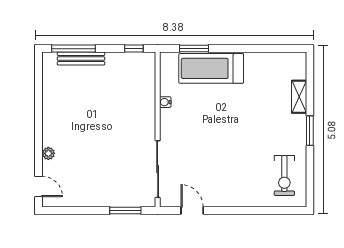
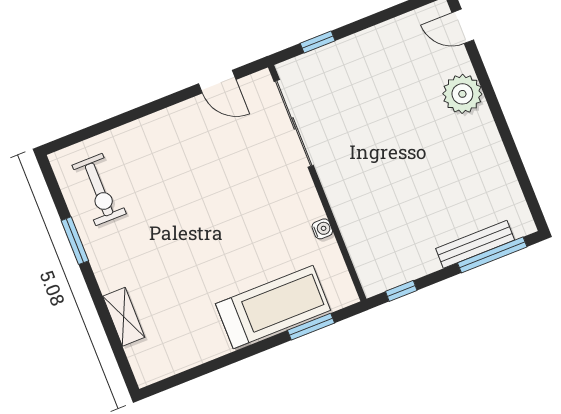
window: (310, 131) -> (75, 241), moved
plant: (48, 153) -> (462, 94), width x1.87, depth x1.87
exercise bike: (284, 175) -> (99, 189), turned 180
window: (125, 210) -> (318, 42), width x0.67

